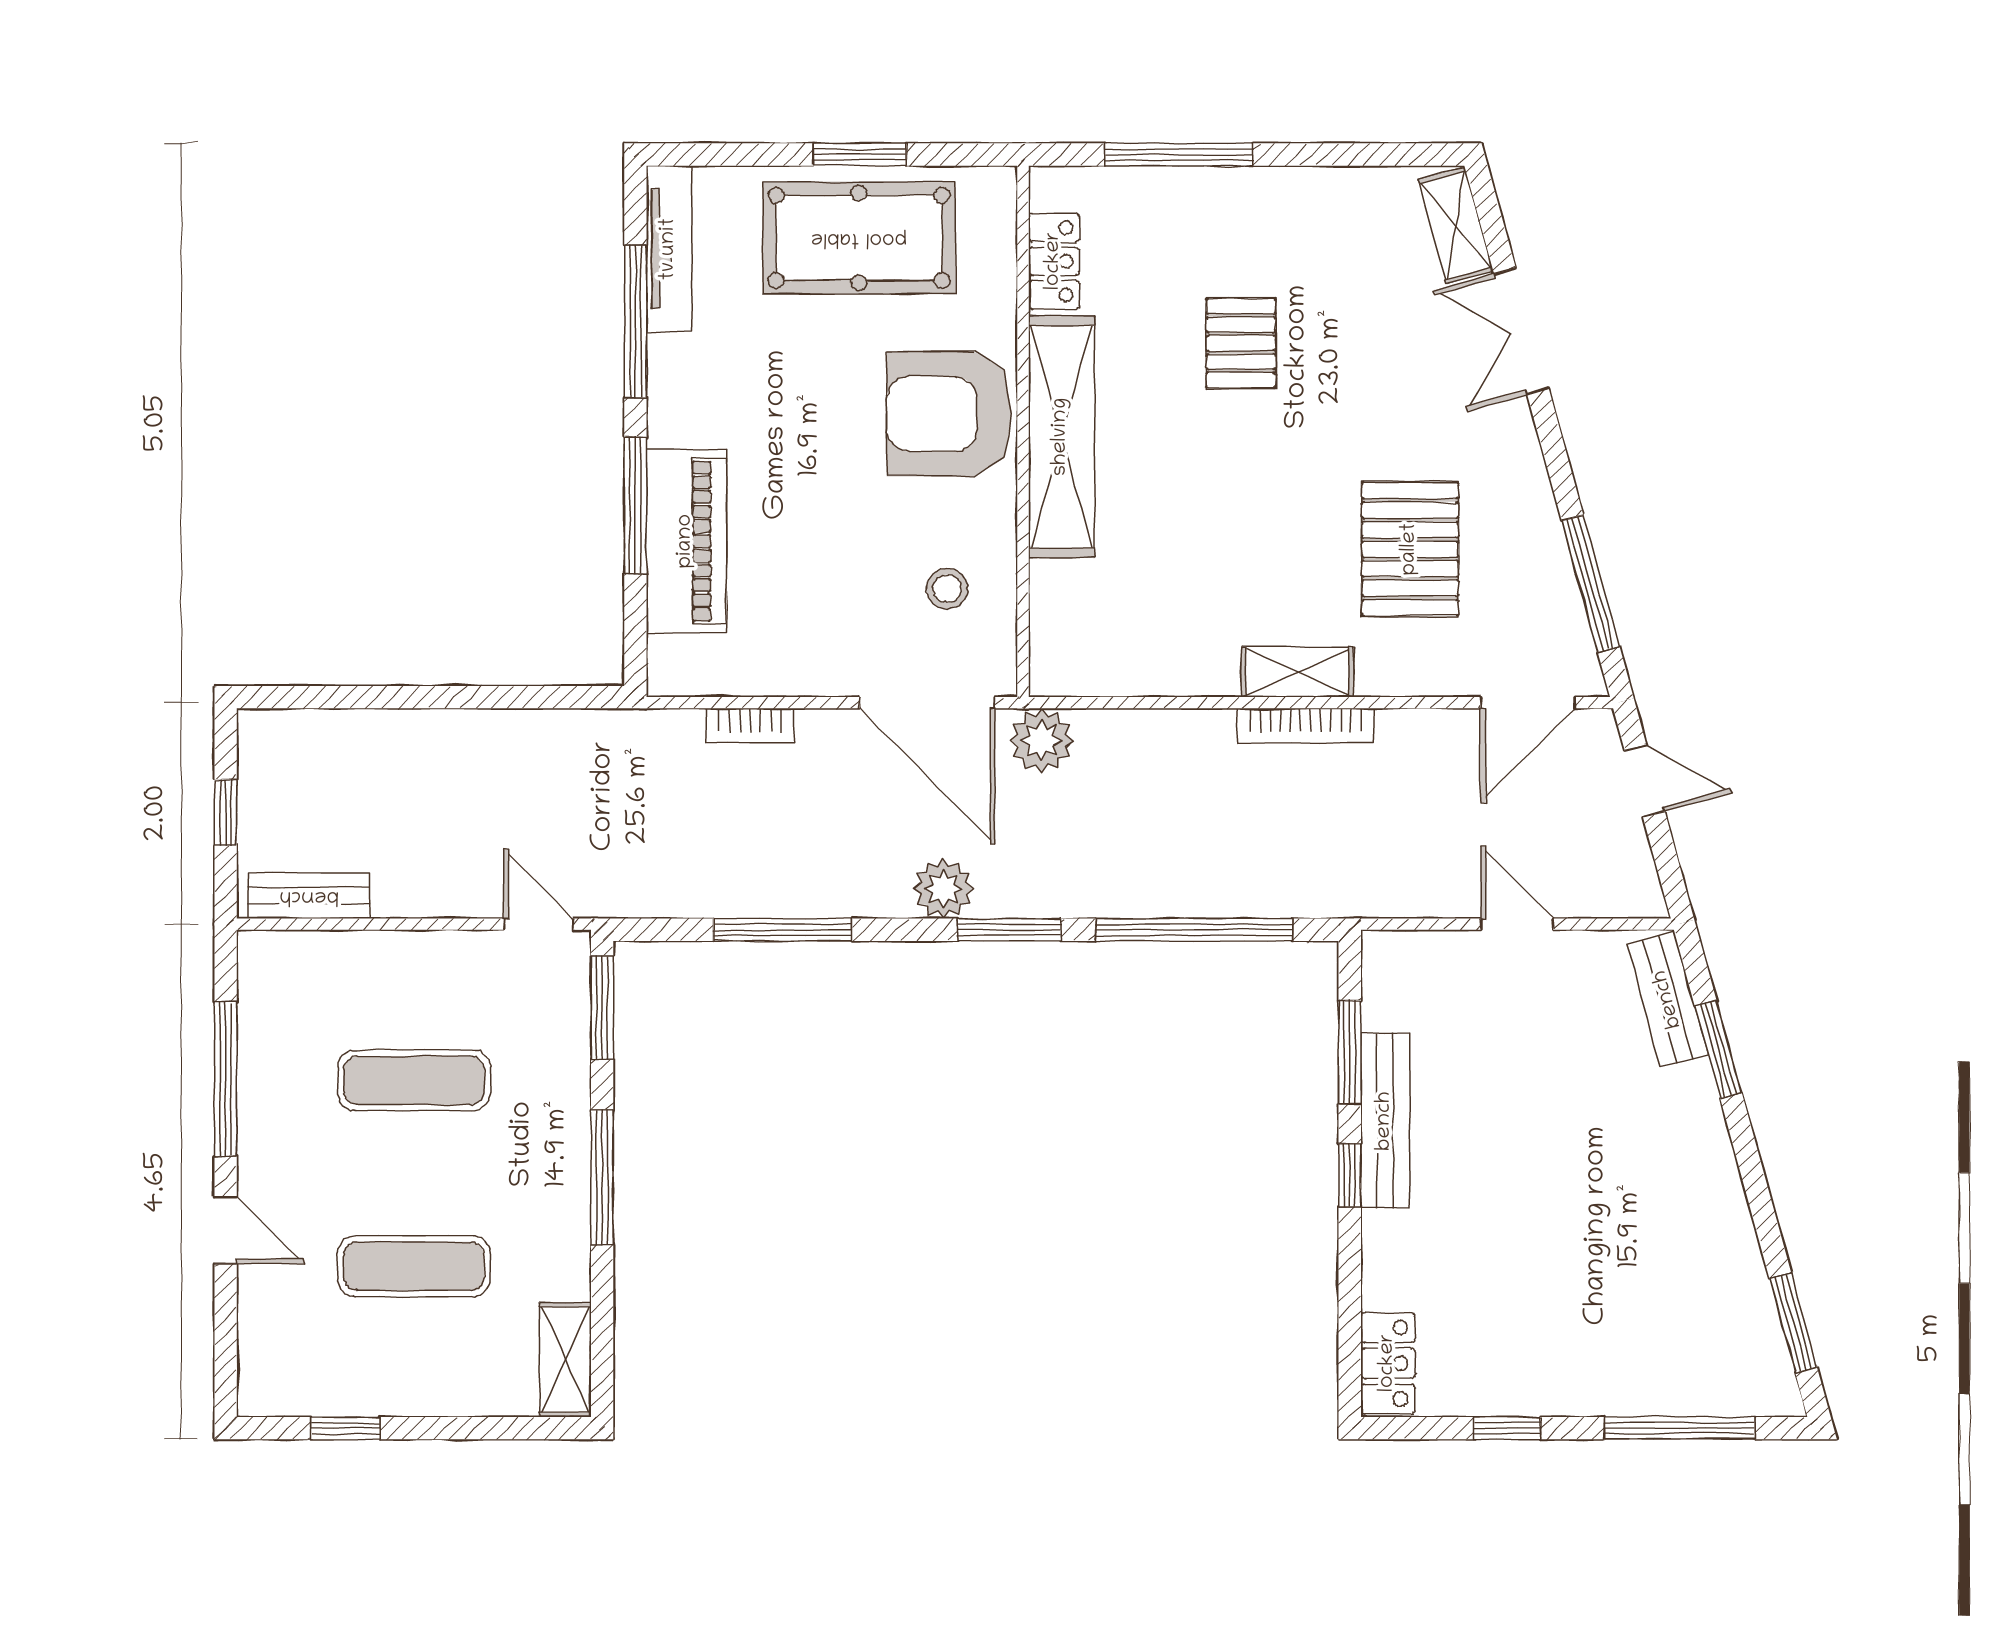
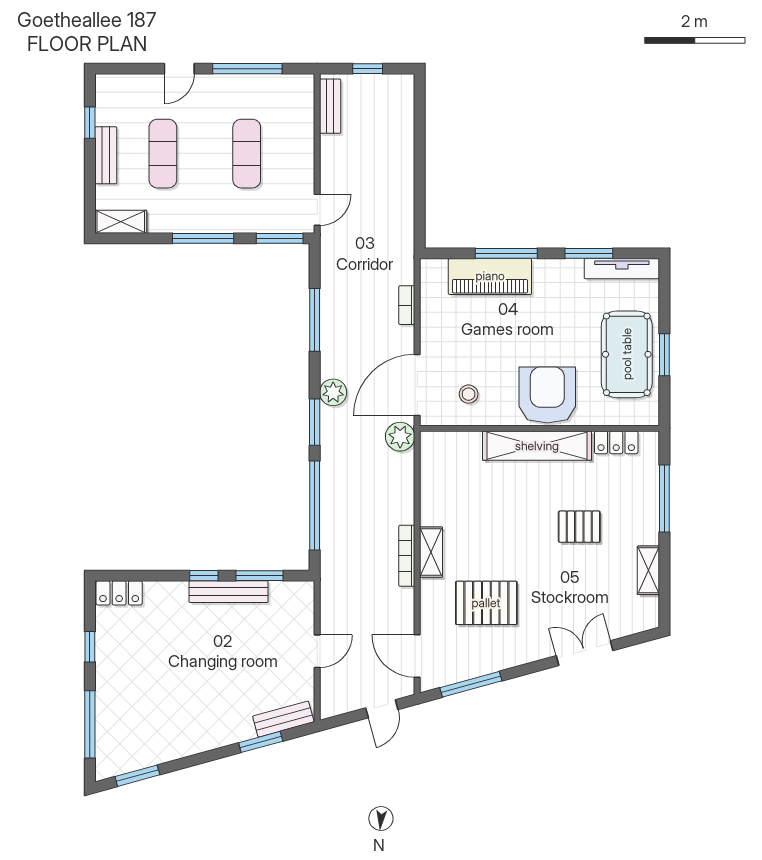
shelving: (1456, 225) -> (648, 570), moved, turned -75
window: (635, 322) -> (589, 253), width x0.69
bench: (418, 1393) -> (106, 155), added

